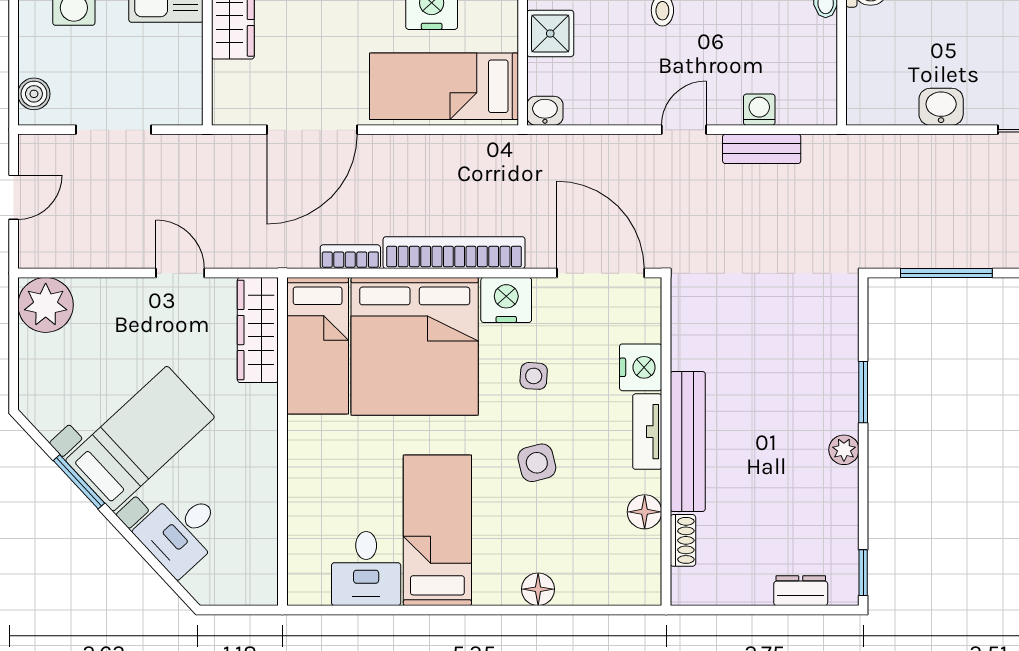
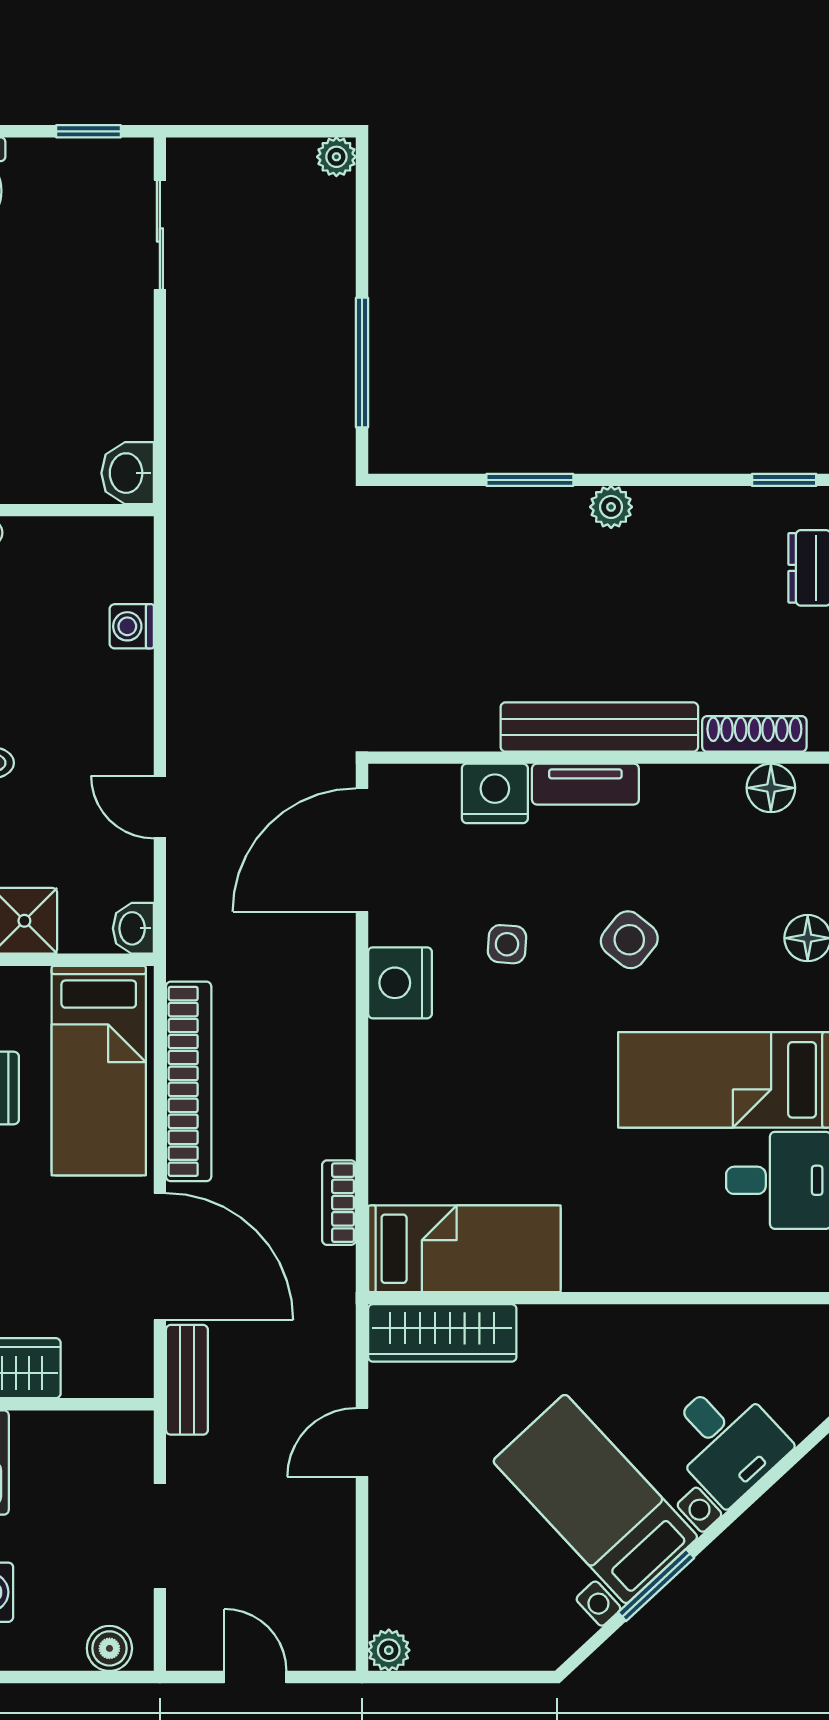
washbasin: (941, 107) -> (128, 473), moved
door: (684, 130) -> (160, 807), moved
bench: (762, 149) -> (187, 1380), moved
bookcase: (454, 253) -> (189, 1081), moved, turned 180
plant: (46, 305) -> (389, 1650), width x0.53, depth x0.53
bed: (415, 346) -> (465, 1112), removed
side table: (537, 463) -> (629, 940), turned -37
floor lamp: (645, 512) -> (771, 788), moved
shoe rack: (683, 540) -> (754, 734), width x1.43

